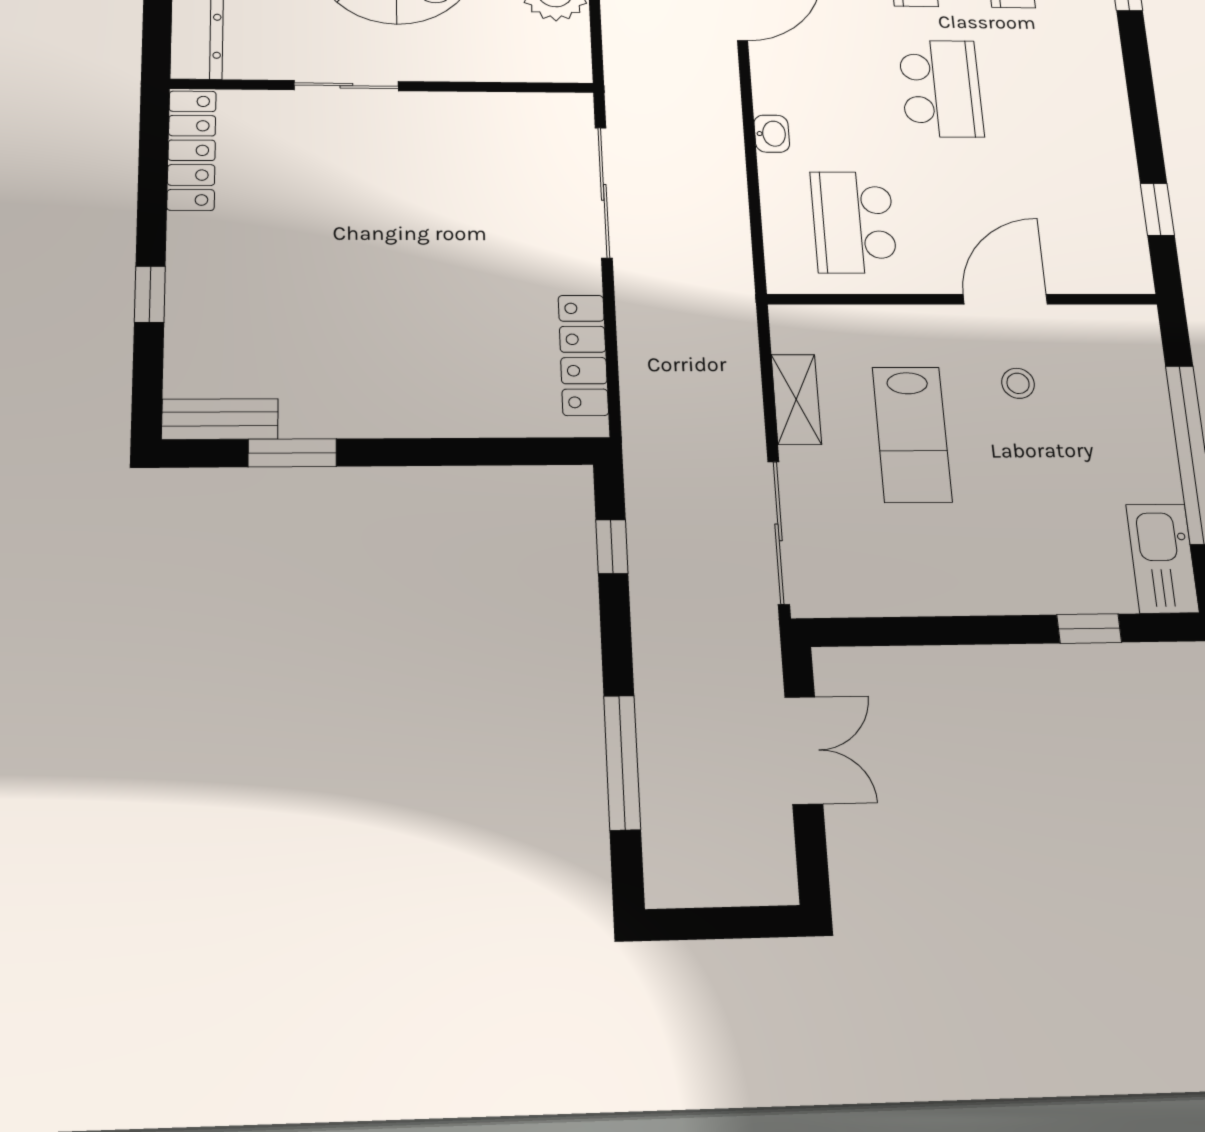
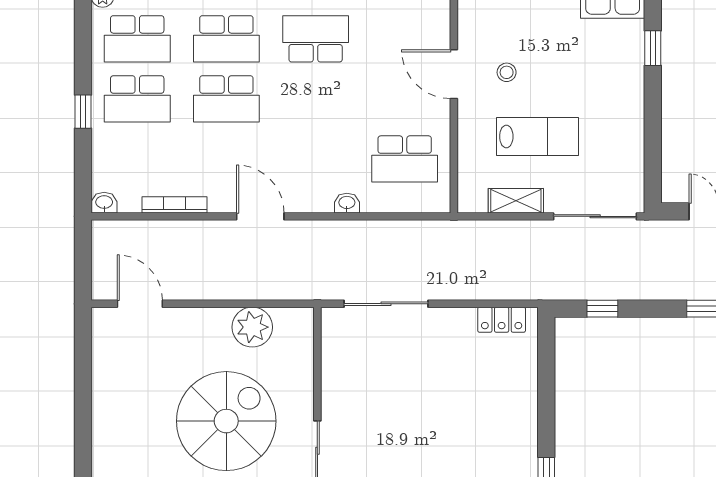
school desk: (941, 88) -> (316, 39), moved
locker: (583, 355) -> (502, 320), width x0.66

